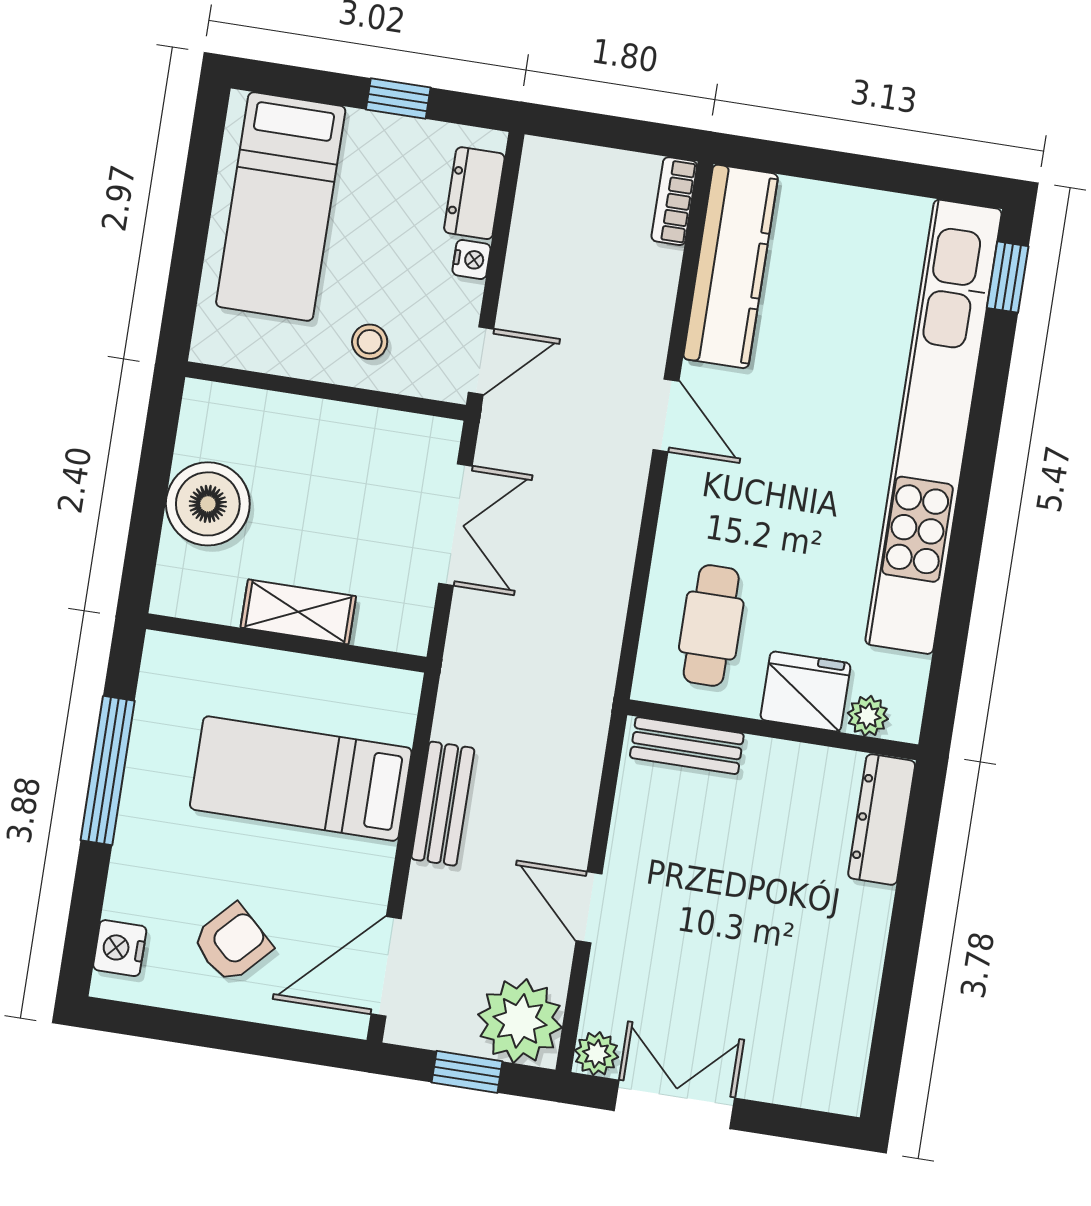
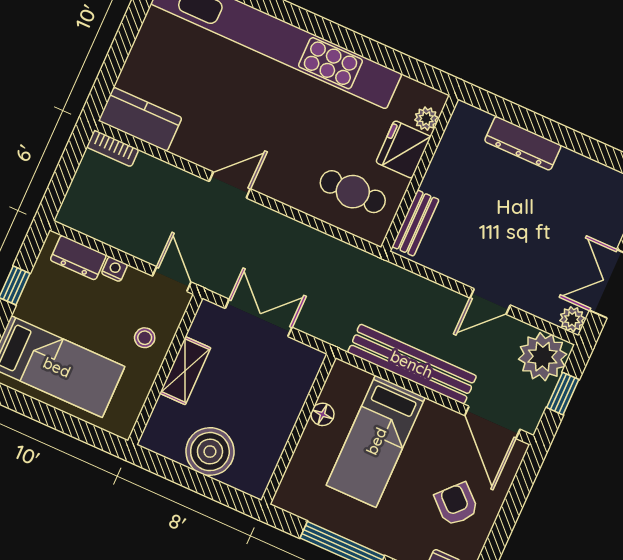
kitchen counter: (731, 267) -> (140, 119), width x0.67
shelving: (298, 612) -> (185, 371), moved
floor lamp: (322, 677) -> (322, 414), added
bench: (443, 804) -> (412, 364), width x1.86, depth x1.21
dresser: (882, 819) -> (523, 143), moved

